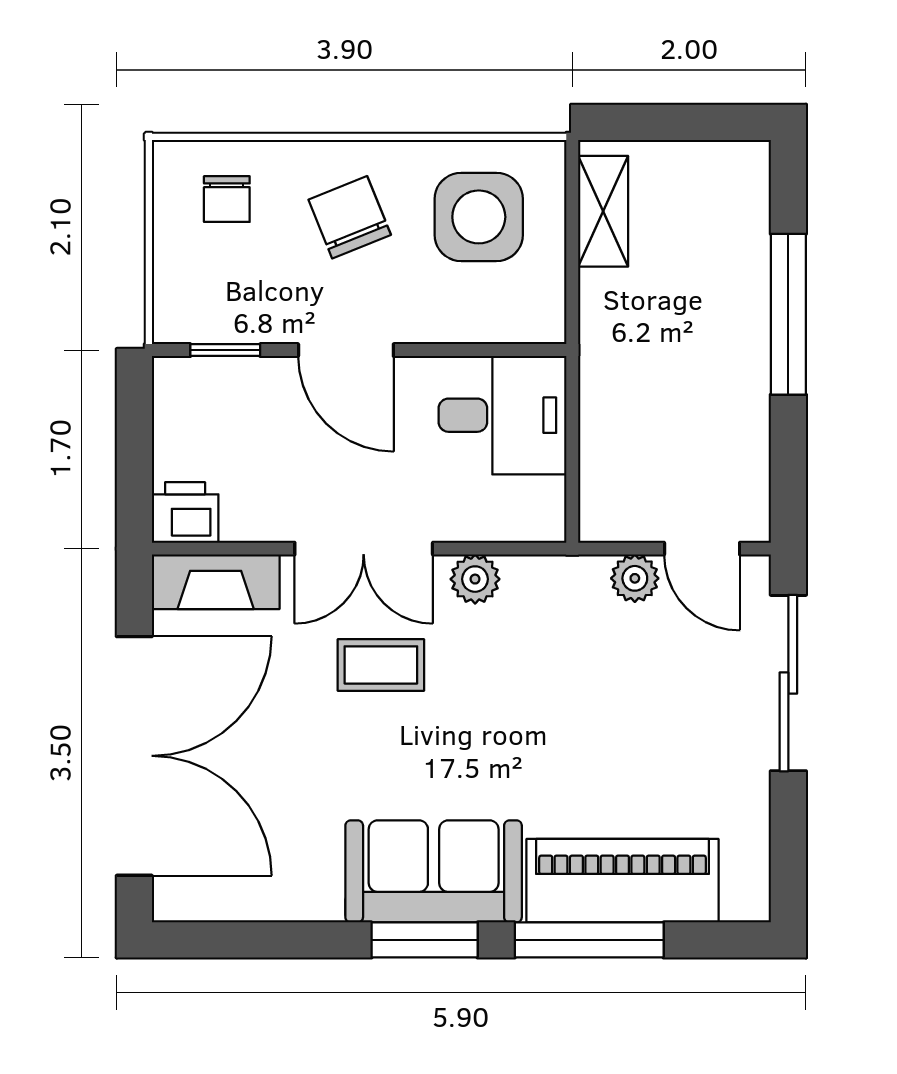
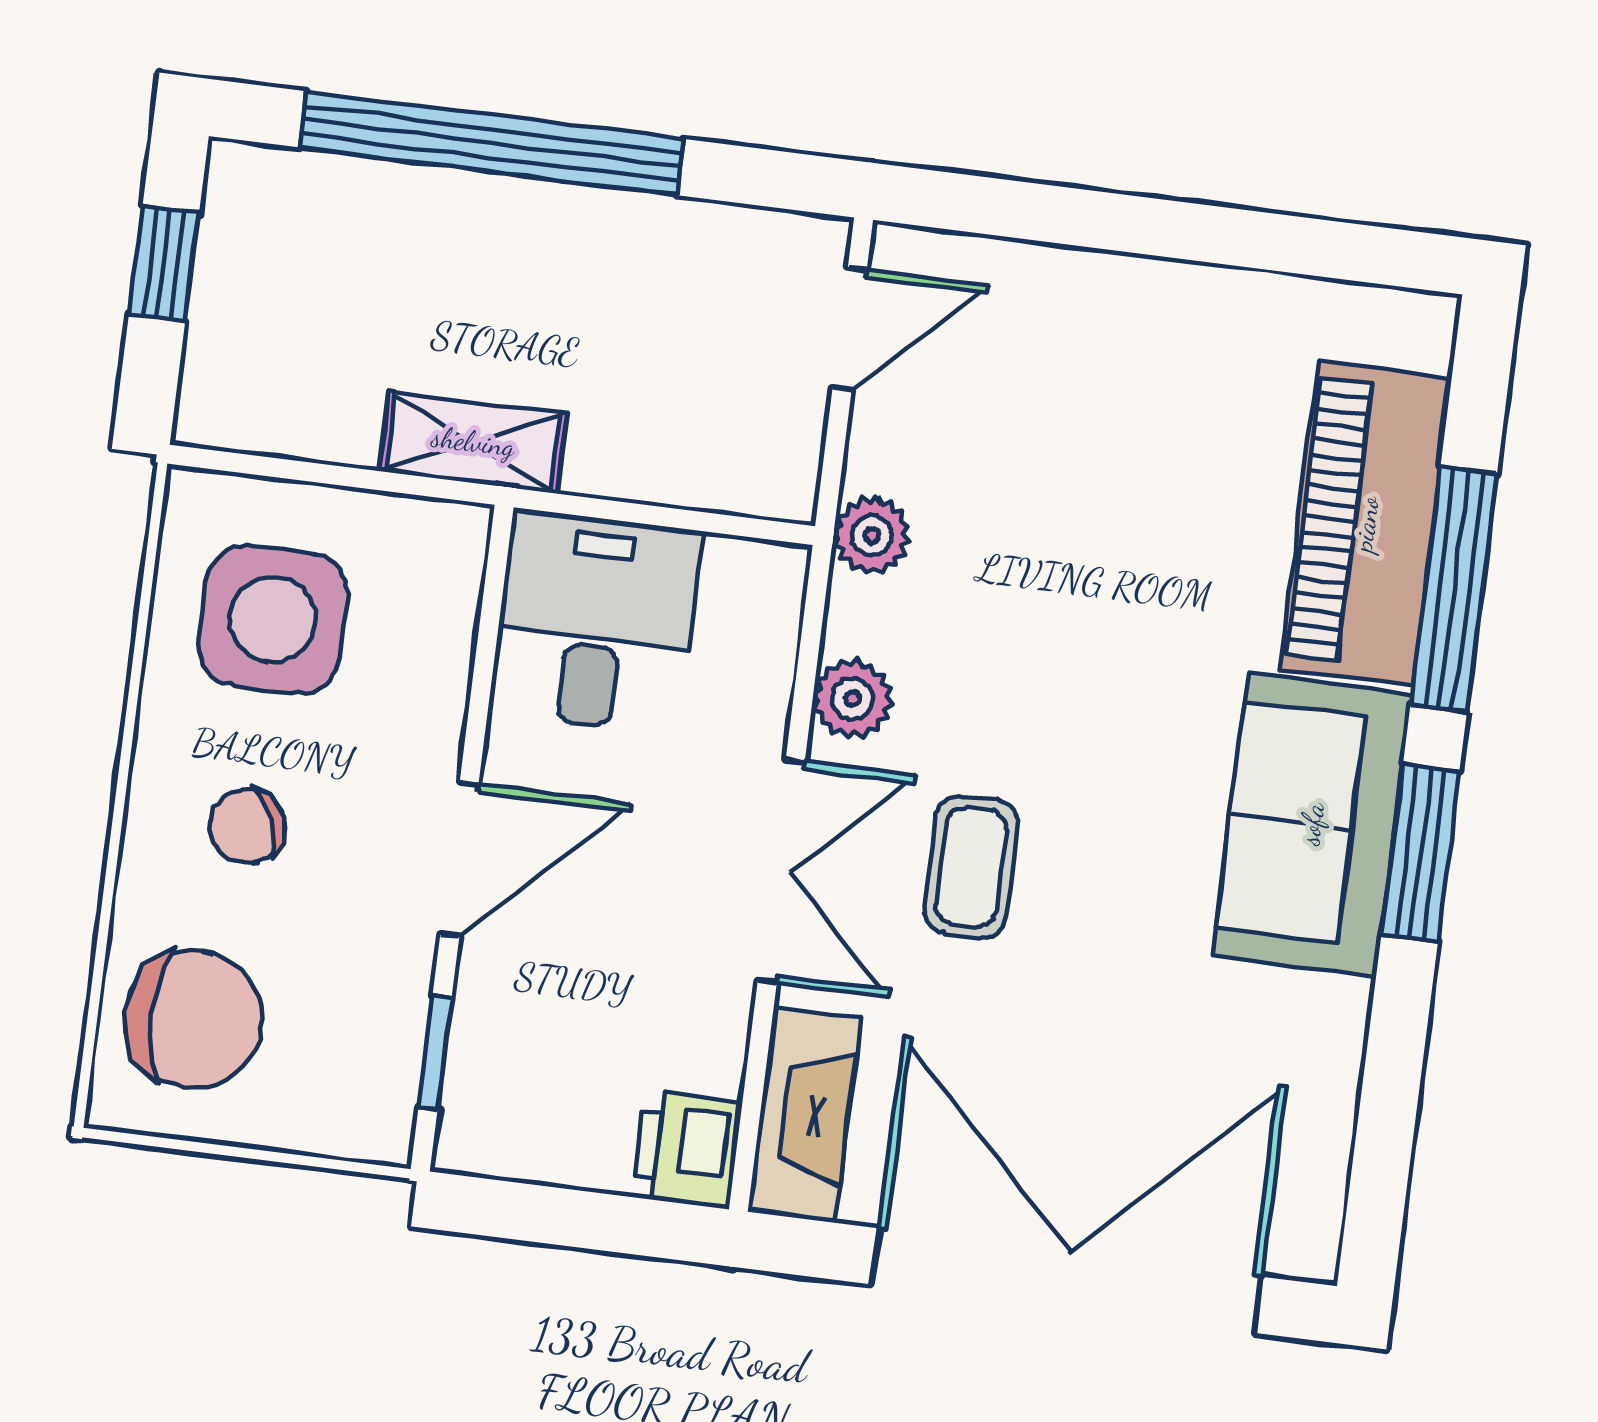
window: (689, 122) -> (164, 264), added
chair: (227, 199) -> (193, 1020), width x1.87, depth x1.87
shelving: (603, 211) -> (473, 442), moved
chair: (350, 217) -> (247, 826), width x0.73, depth x0.73
window: (788, 314) -> (492, 143), width x1.46
plant: (635, 578) -> (872, 535), moved
sliding door: (788, 683) -> (1083, 218), removed

